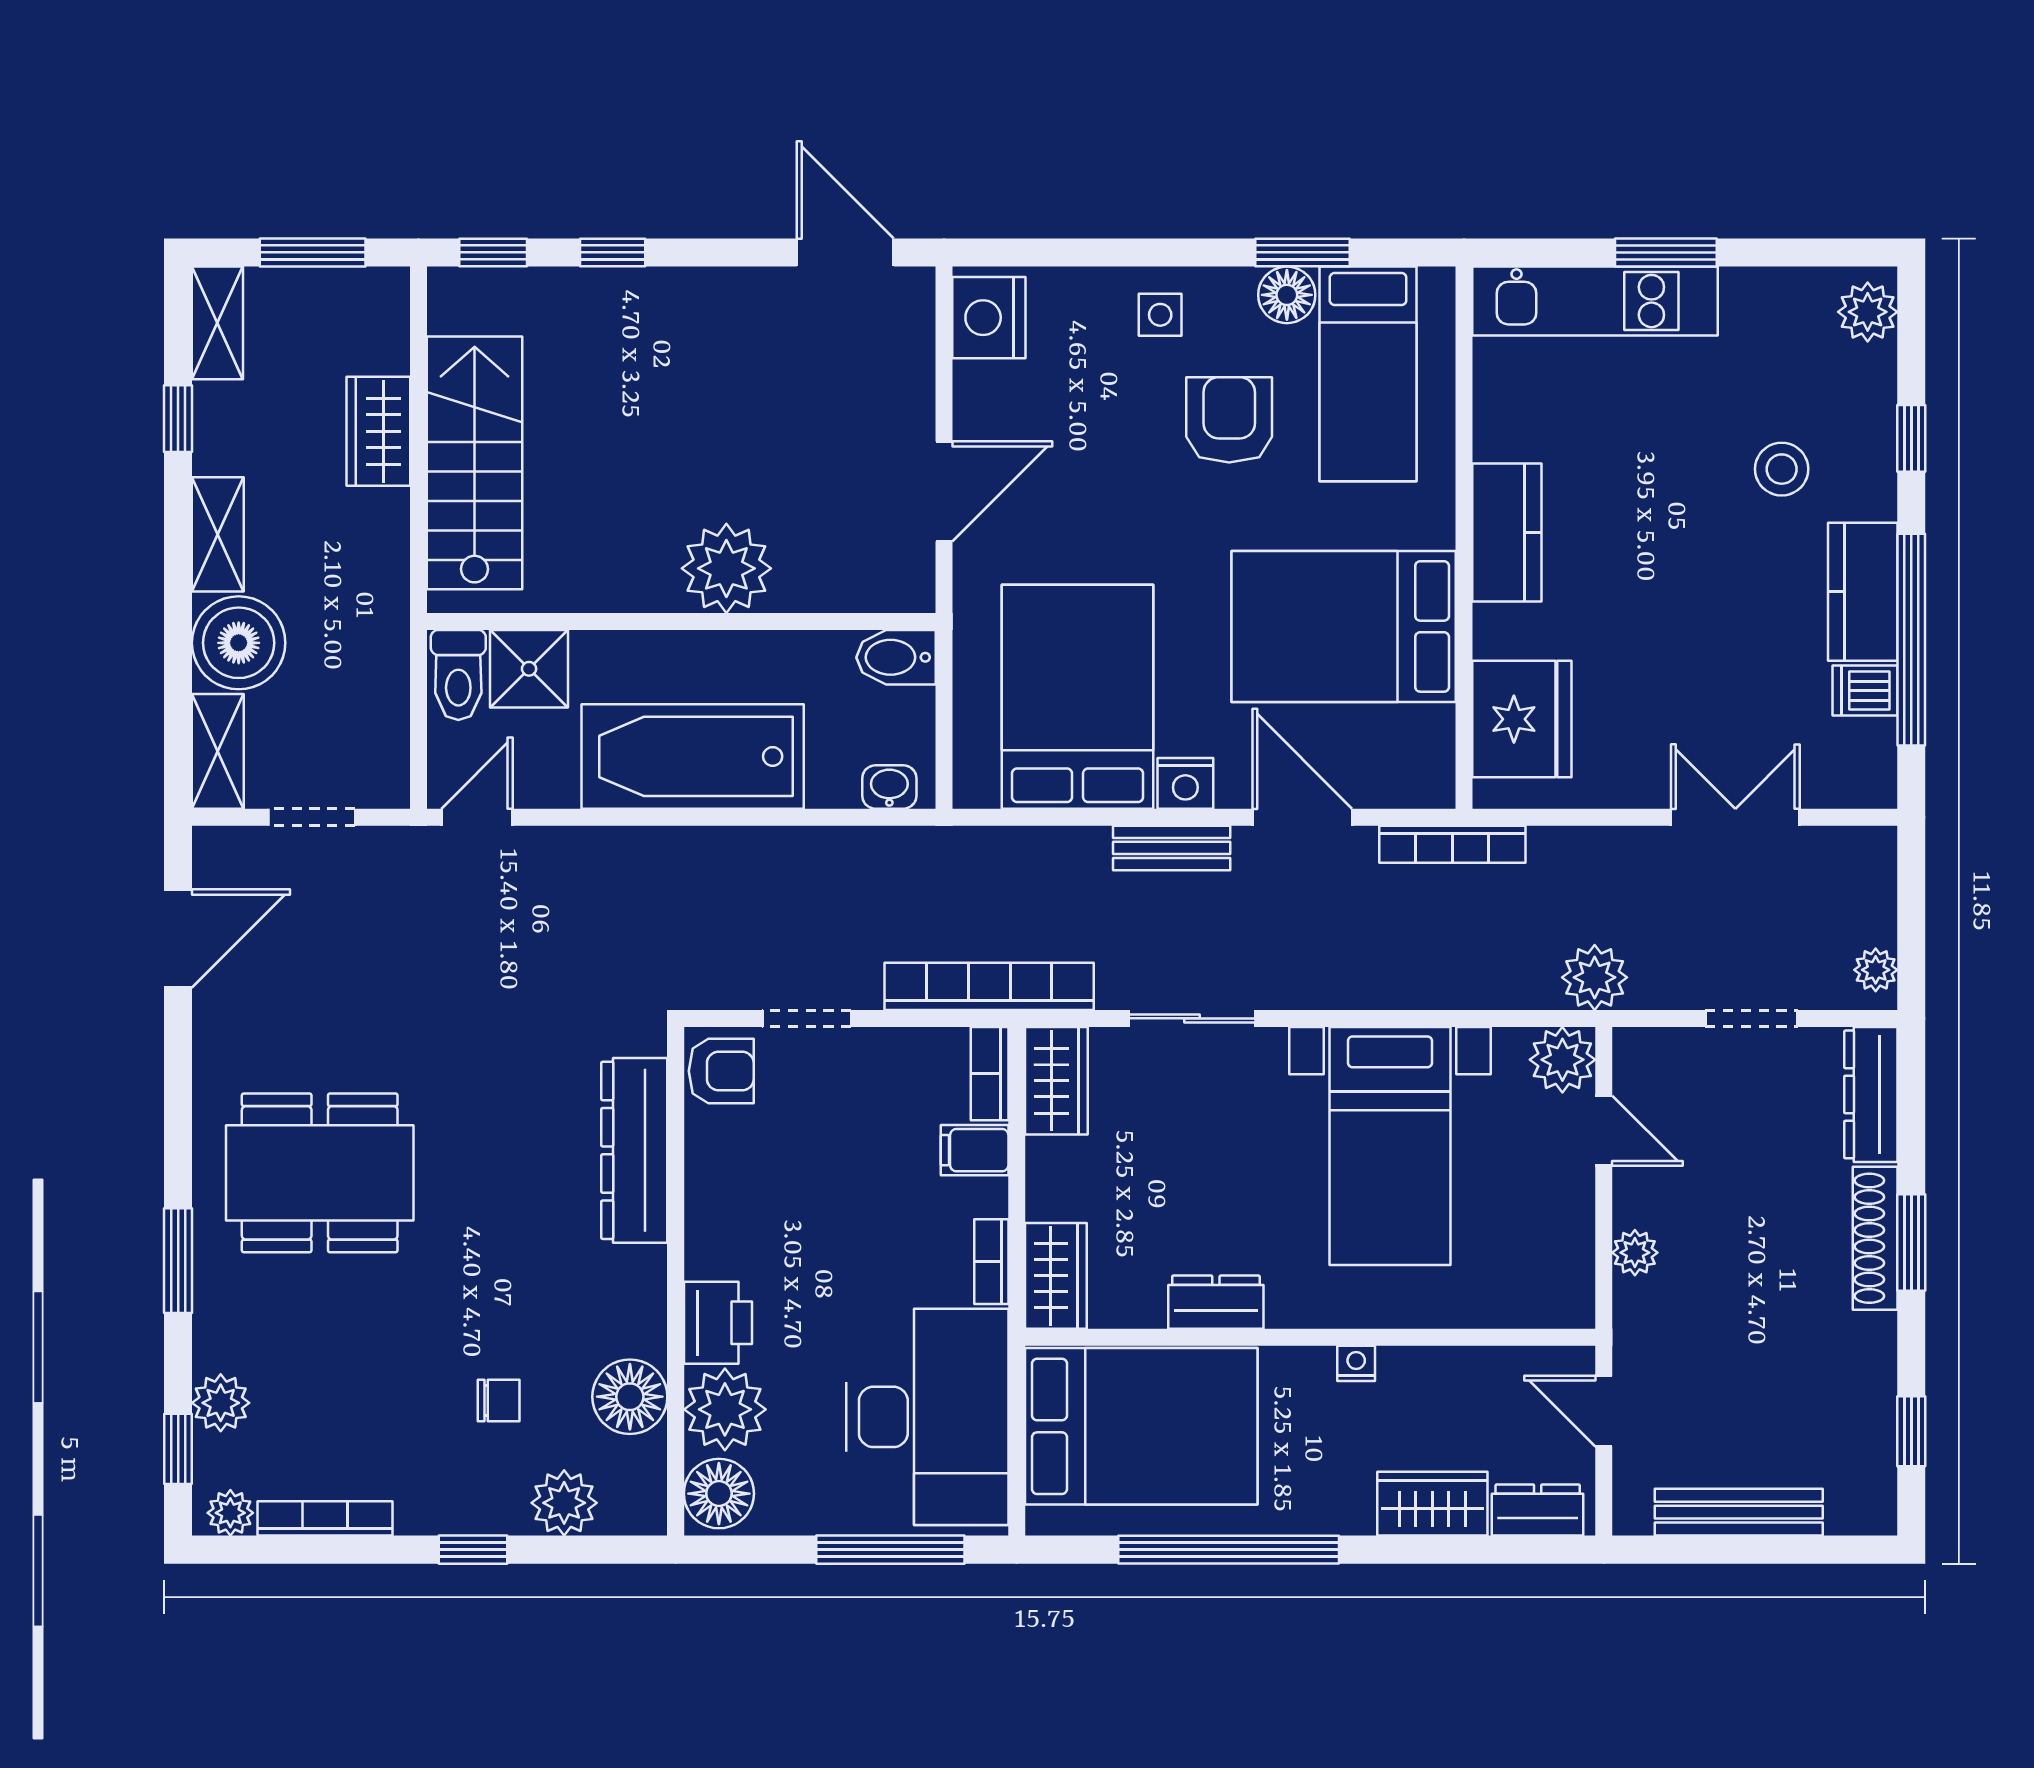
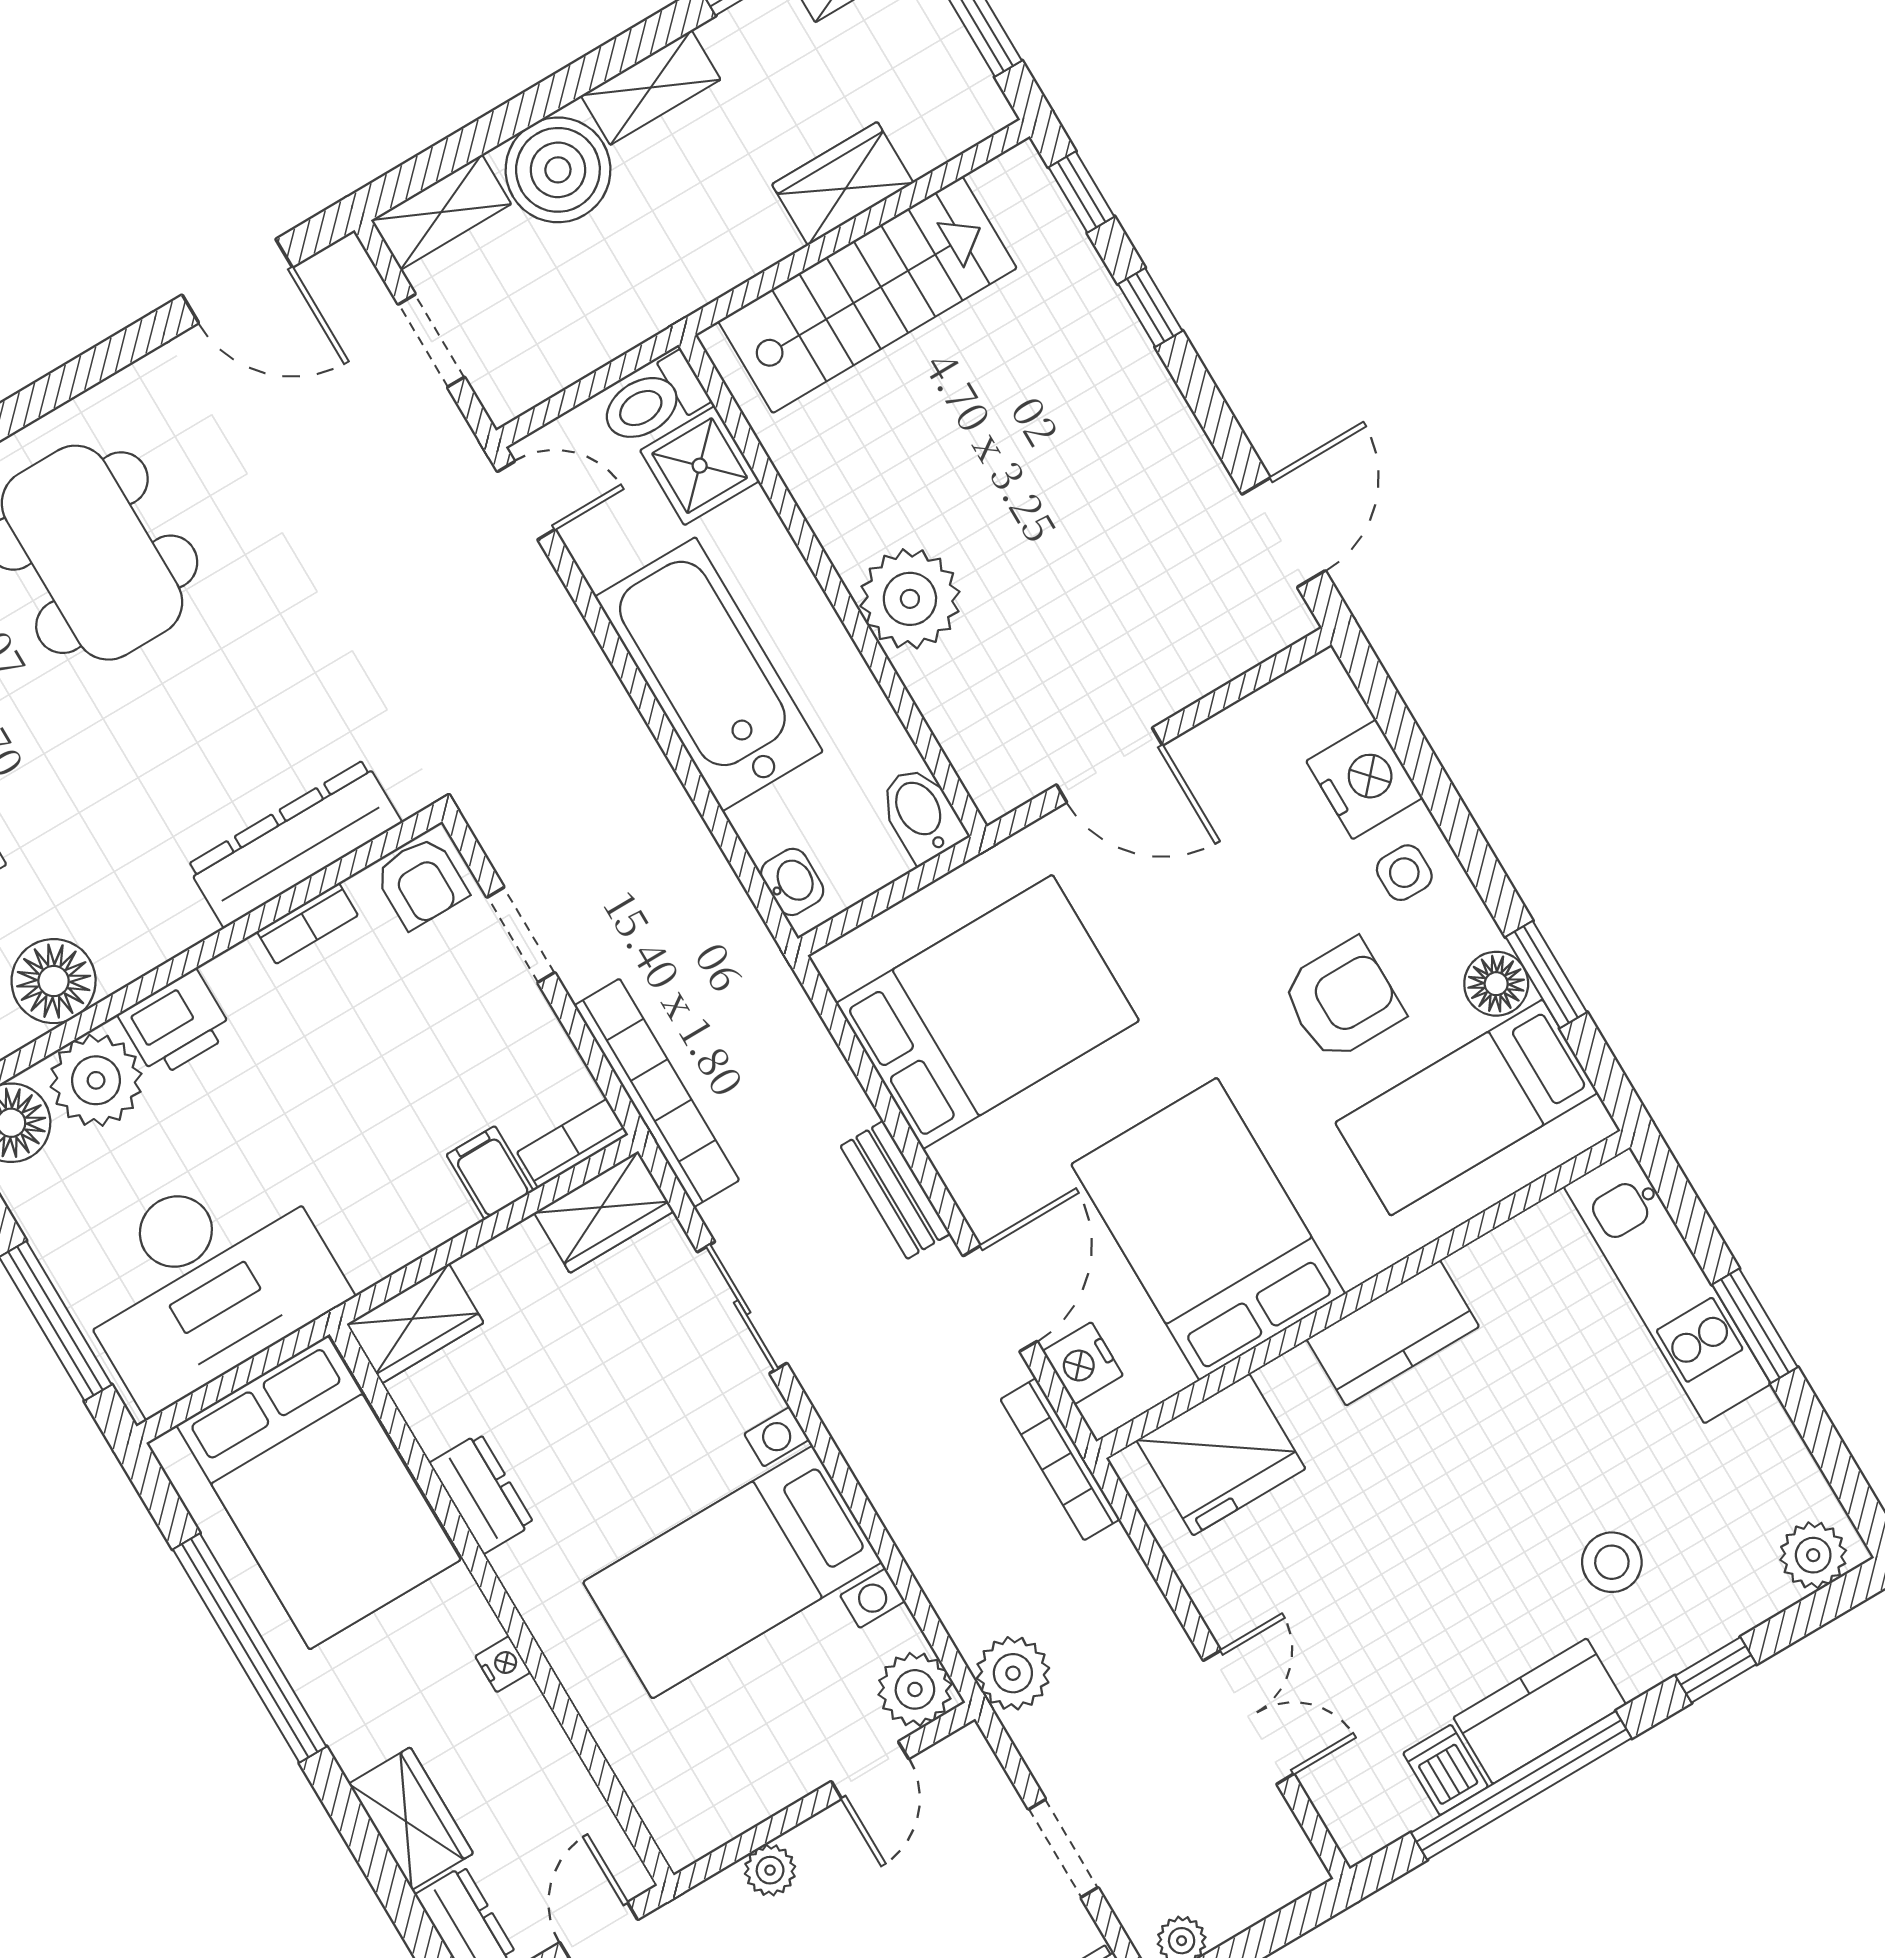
nightstand: (989, 318) -> (1364, 779), moved, turned 90
nightstand: (1185, 783) -> (1083, 1363), moved
bookcase: (991, 1262) -> (307, 923), moved, turned 180

